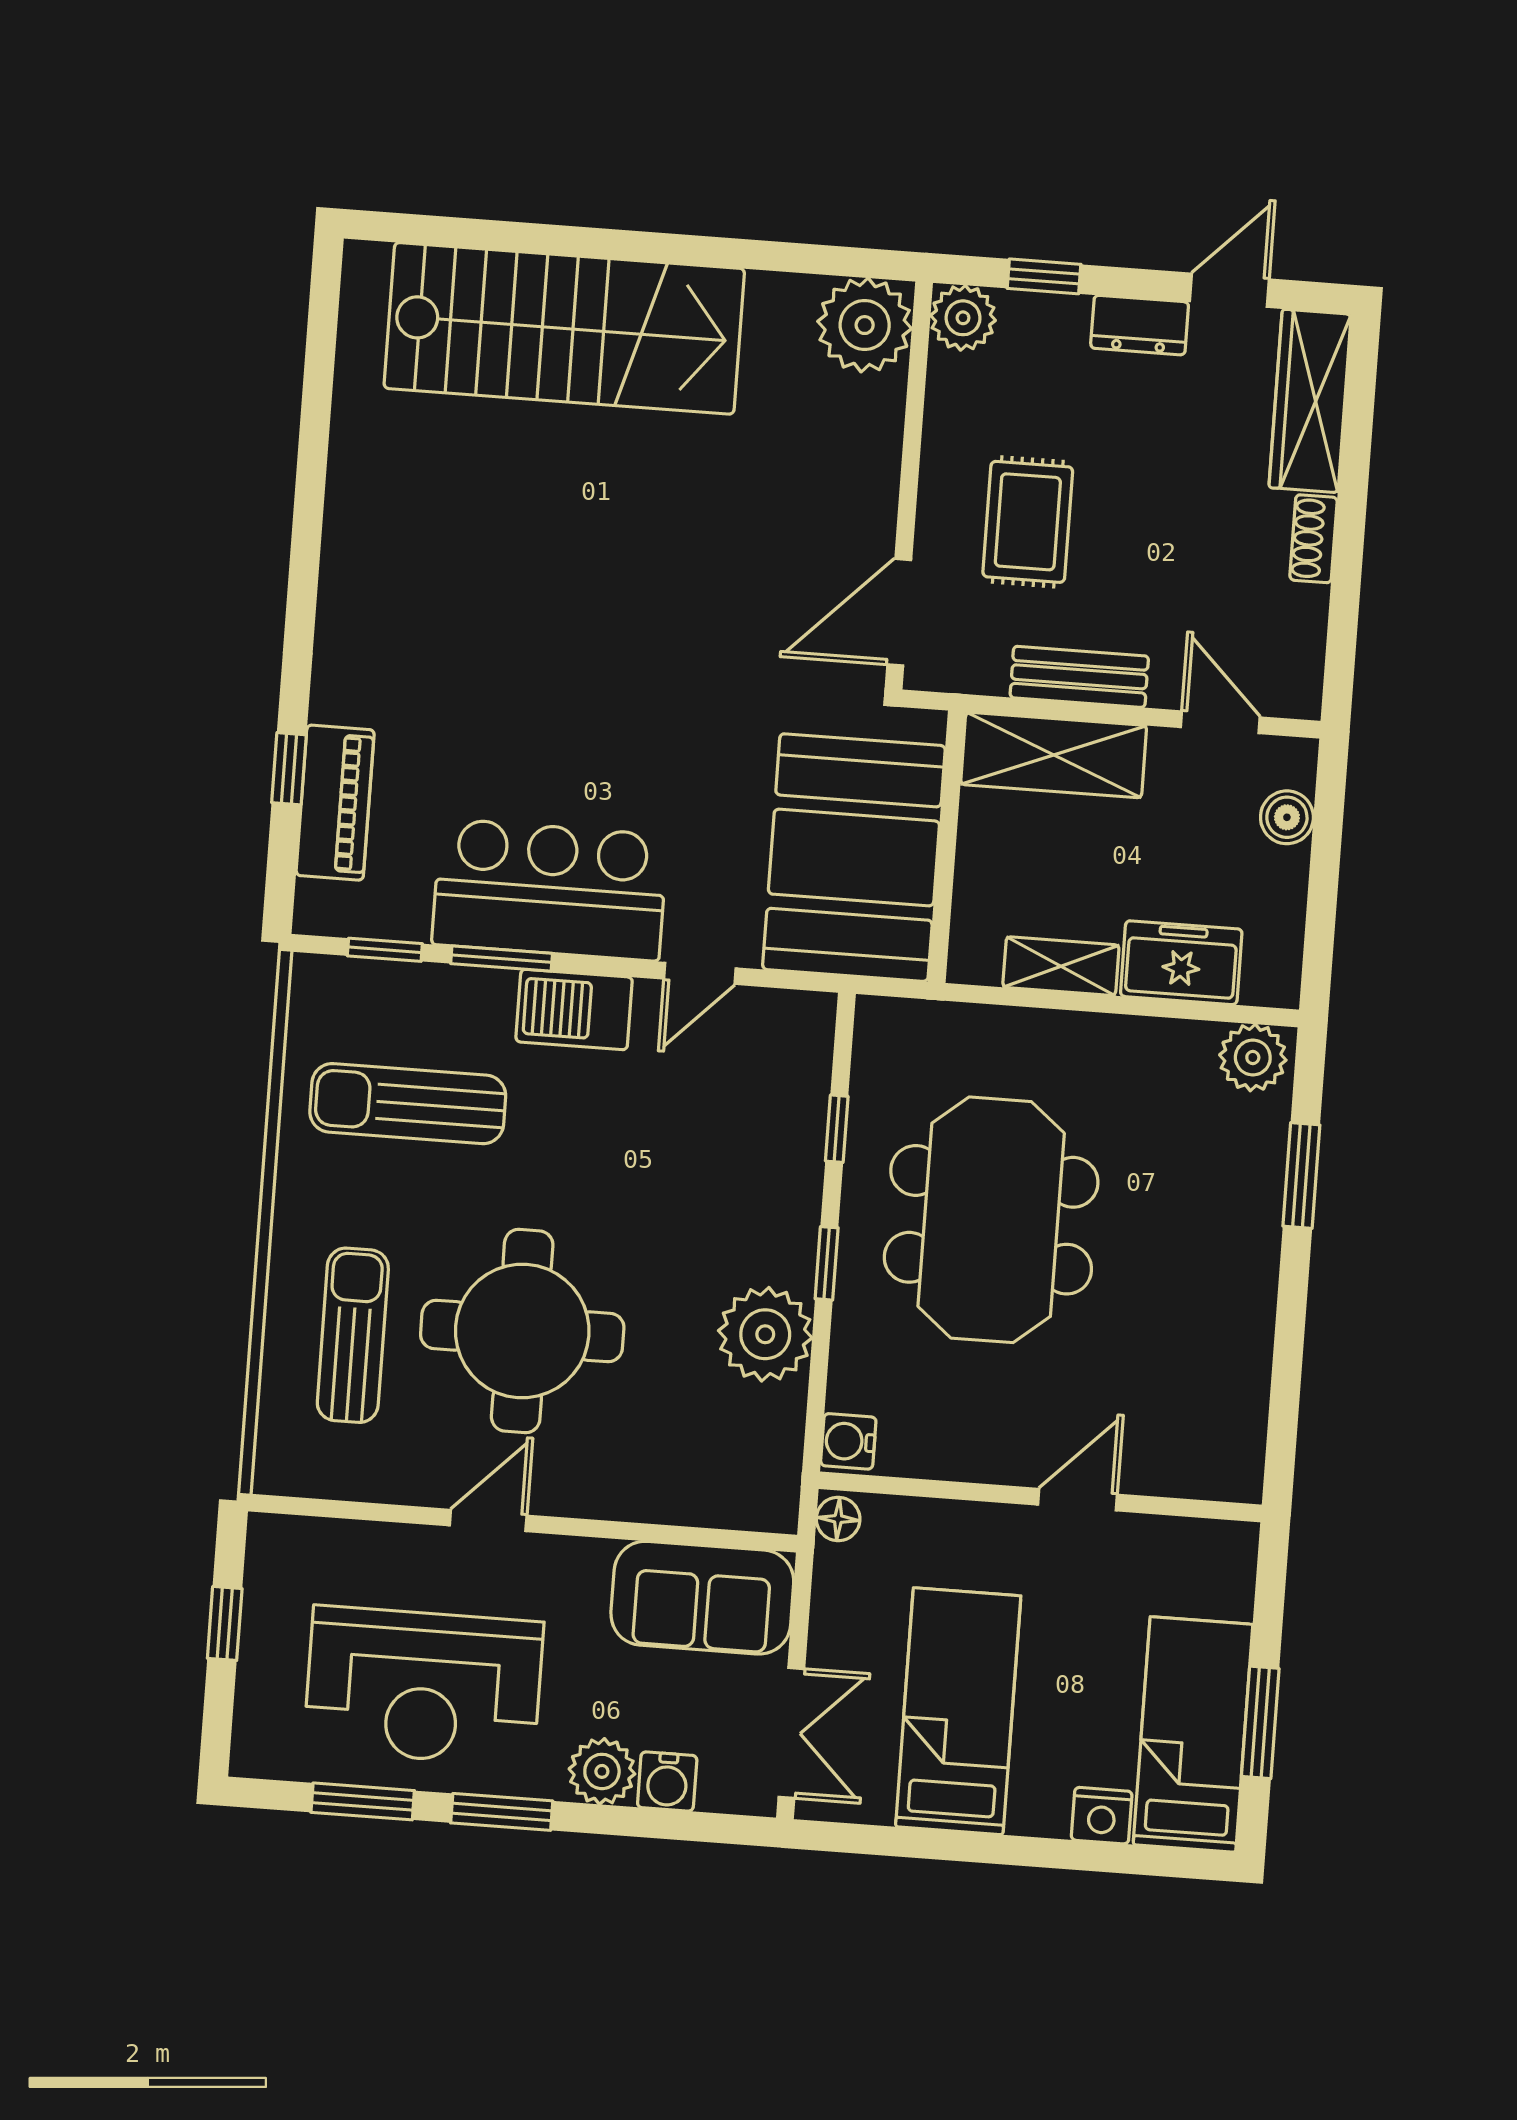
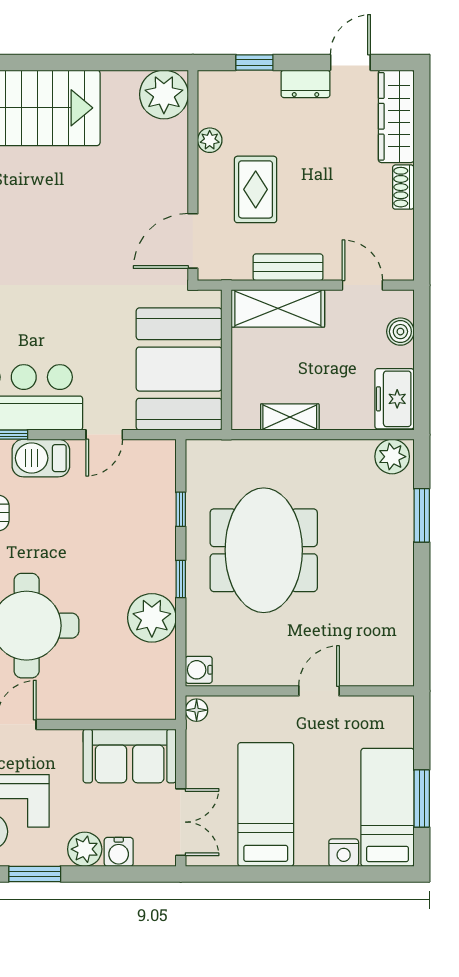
plant: (963, 318) -> (210, 140), moved, width x0.73, depth x0.73
freezer: (1181, 963) -> (394, 399), moved, turned -90

